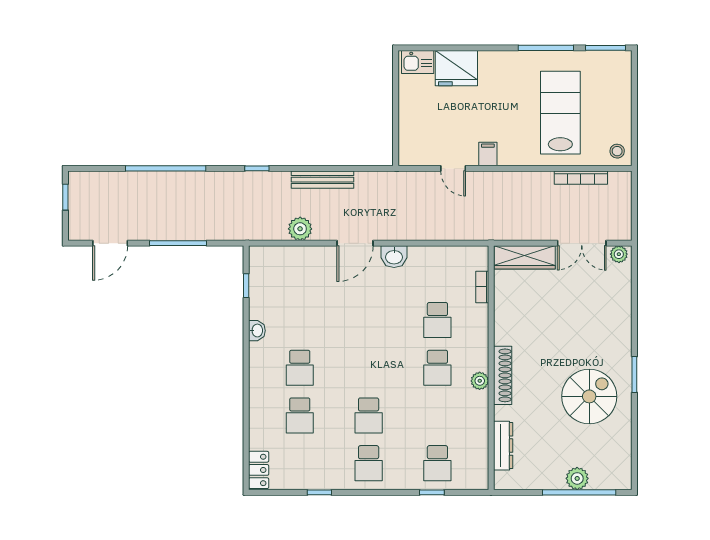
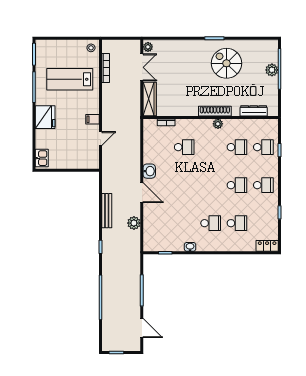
fridge: (456, 68) -> (45, 117), moved
school desk: (437, 368) -> (237, 147), moved

